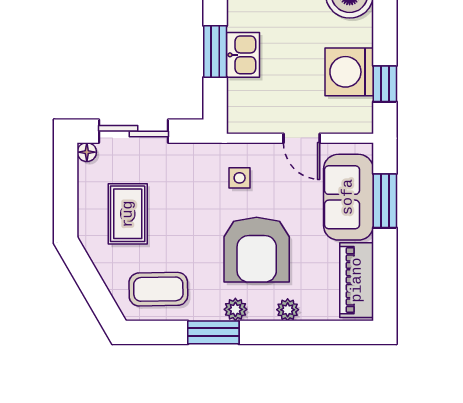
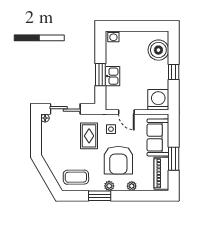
washing machine: (349, 72) -> (158, 100), moved, turned 90
window: (385, 84) -> (174, 72), moved
door: (302, 138) -> (126, 112), moved
window: (385, 201) -> (174, 159), moved
rug: (128, 214) -> (89, 136), moved

